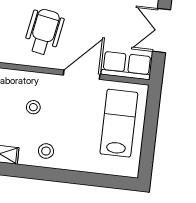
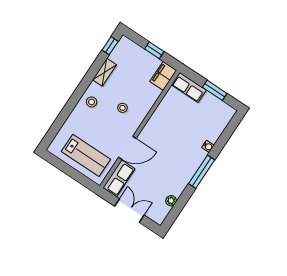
wheelchair: (44, 32) -> (165, 138), removed
door: (82, 75) -> (127, 148), hinge flipped

